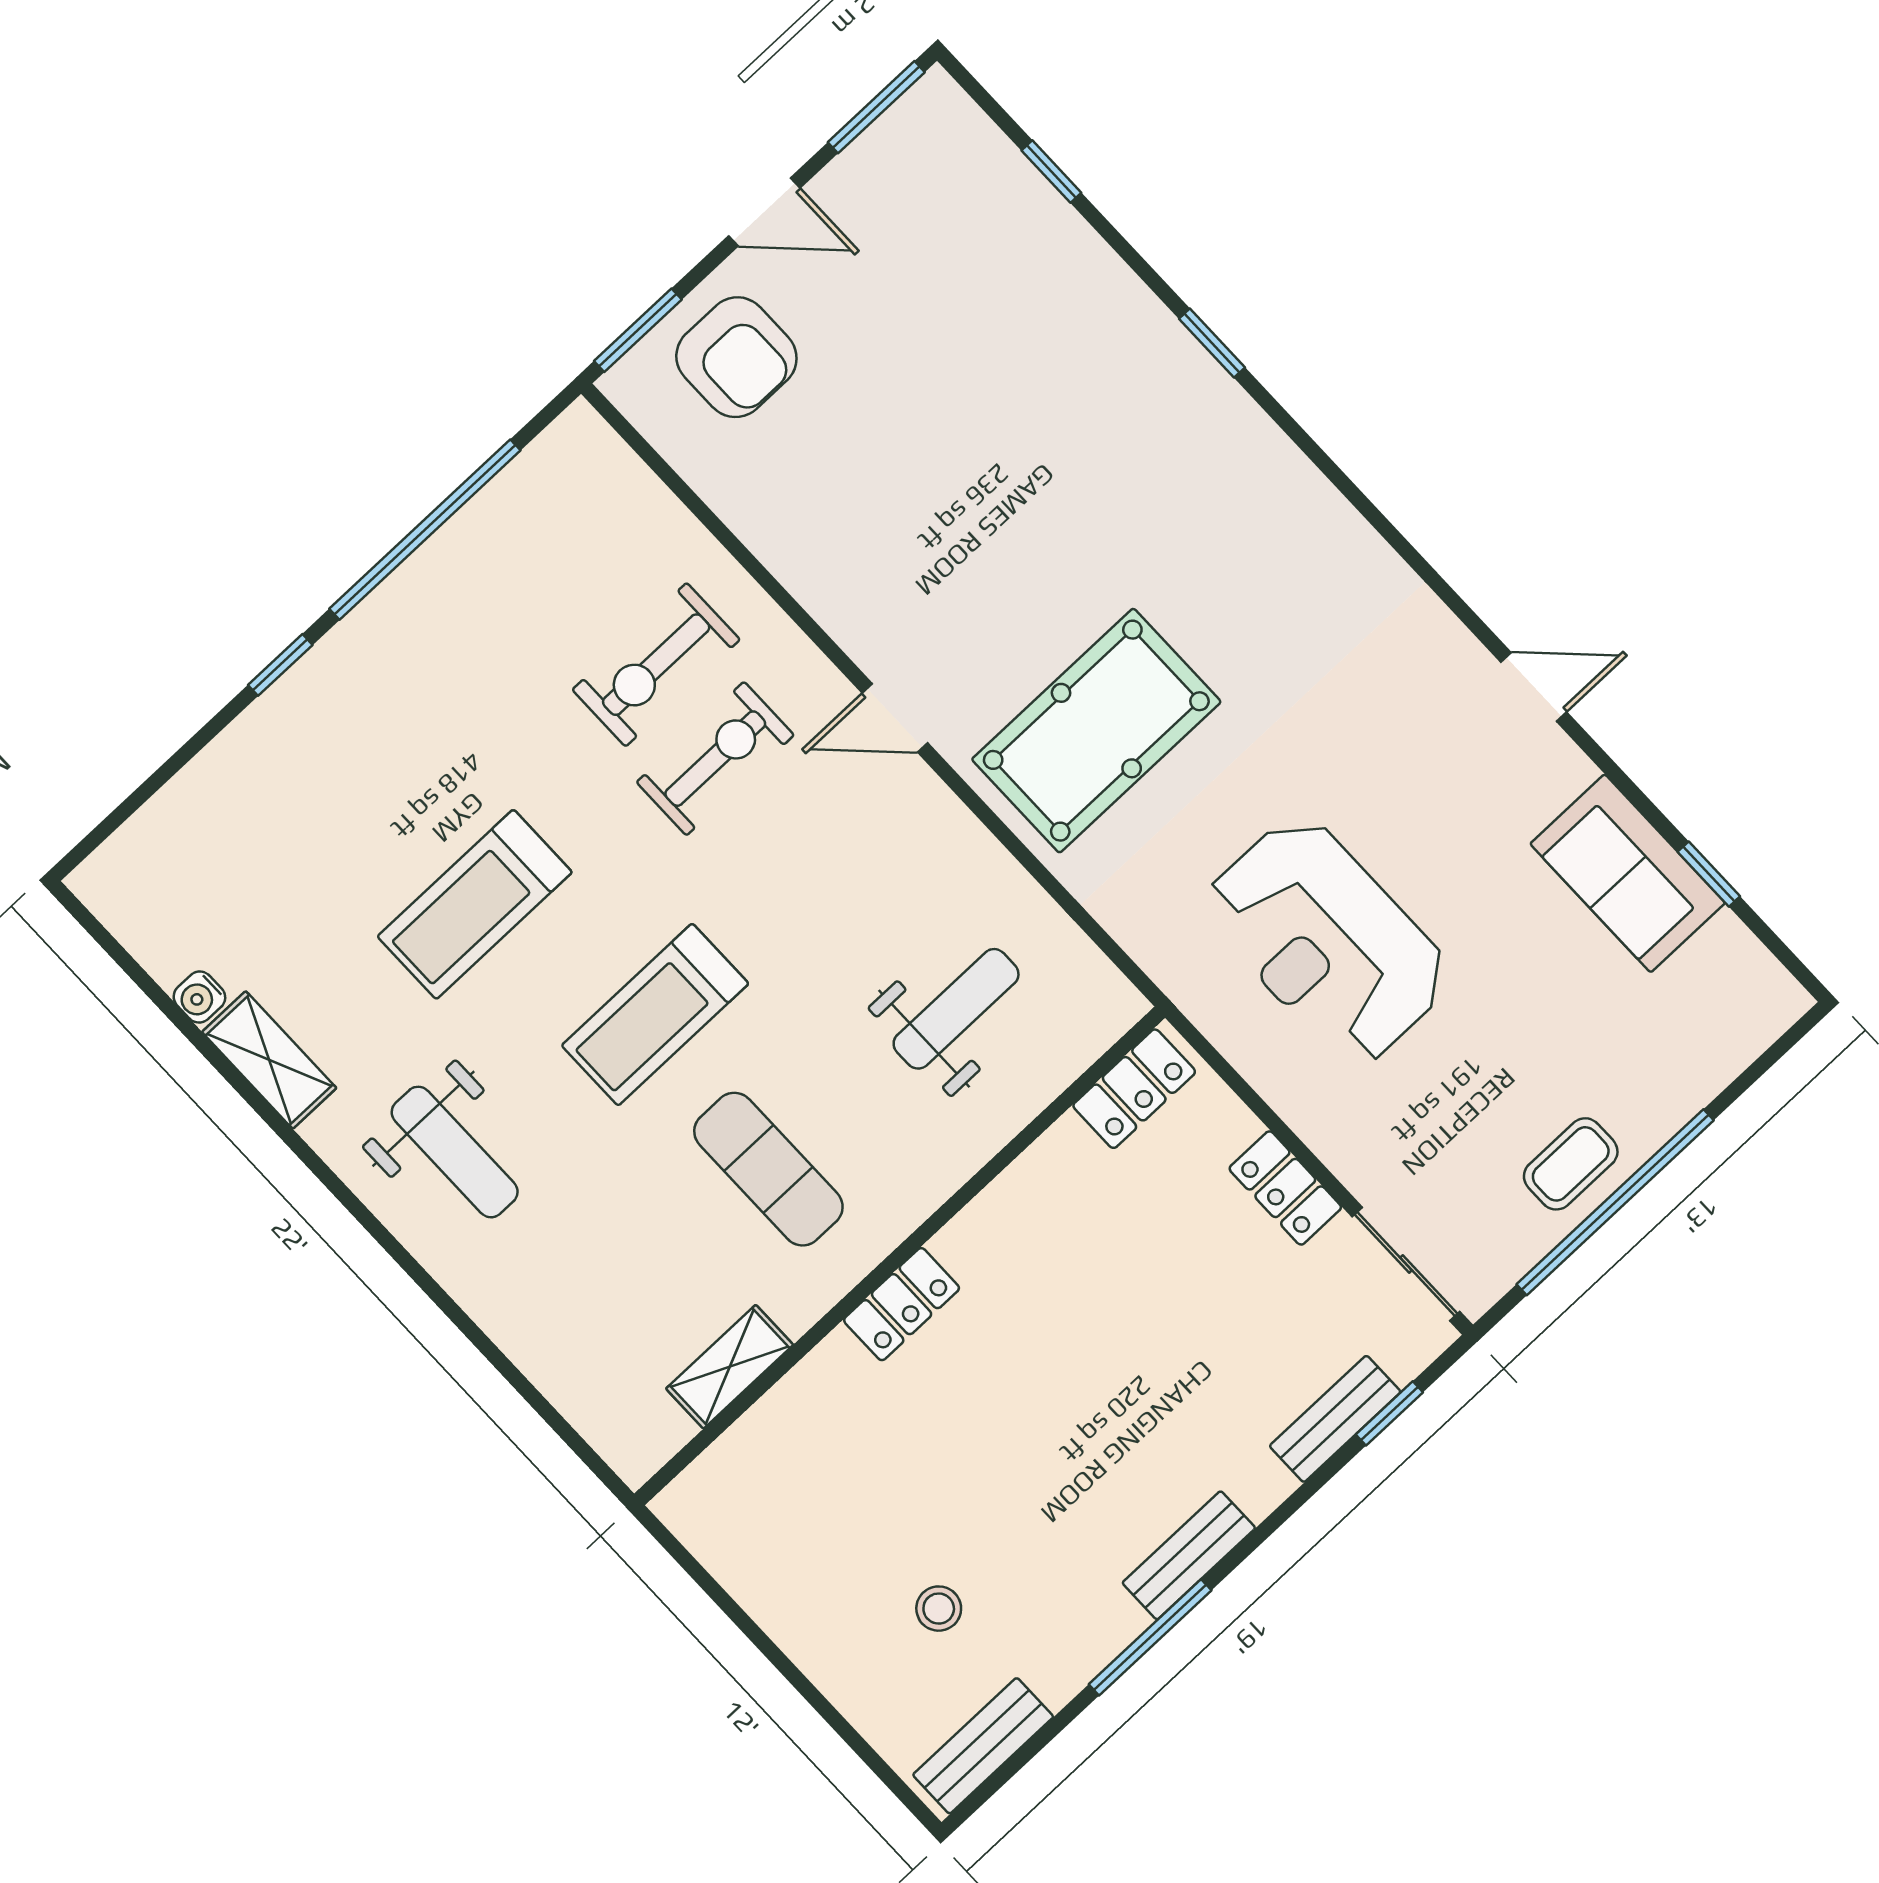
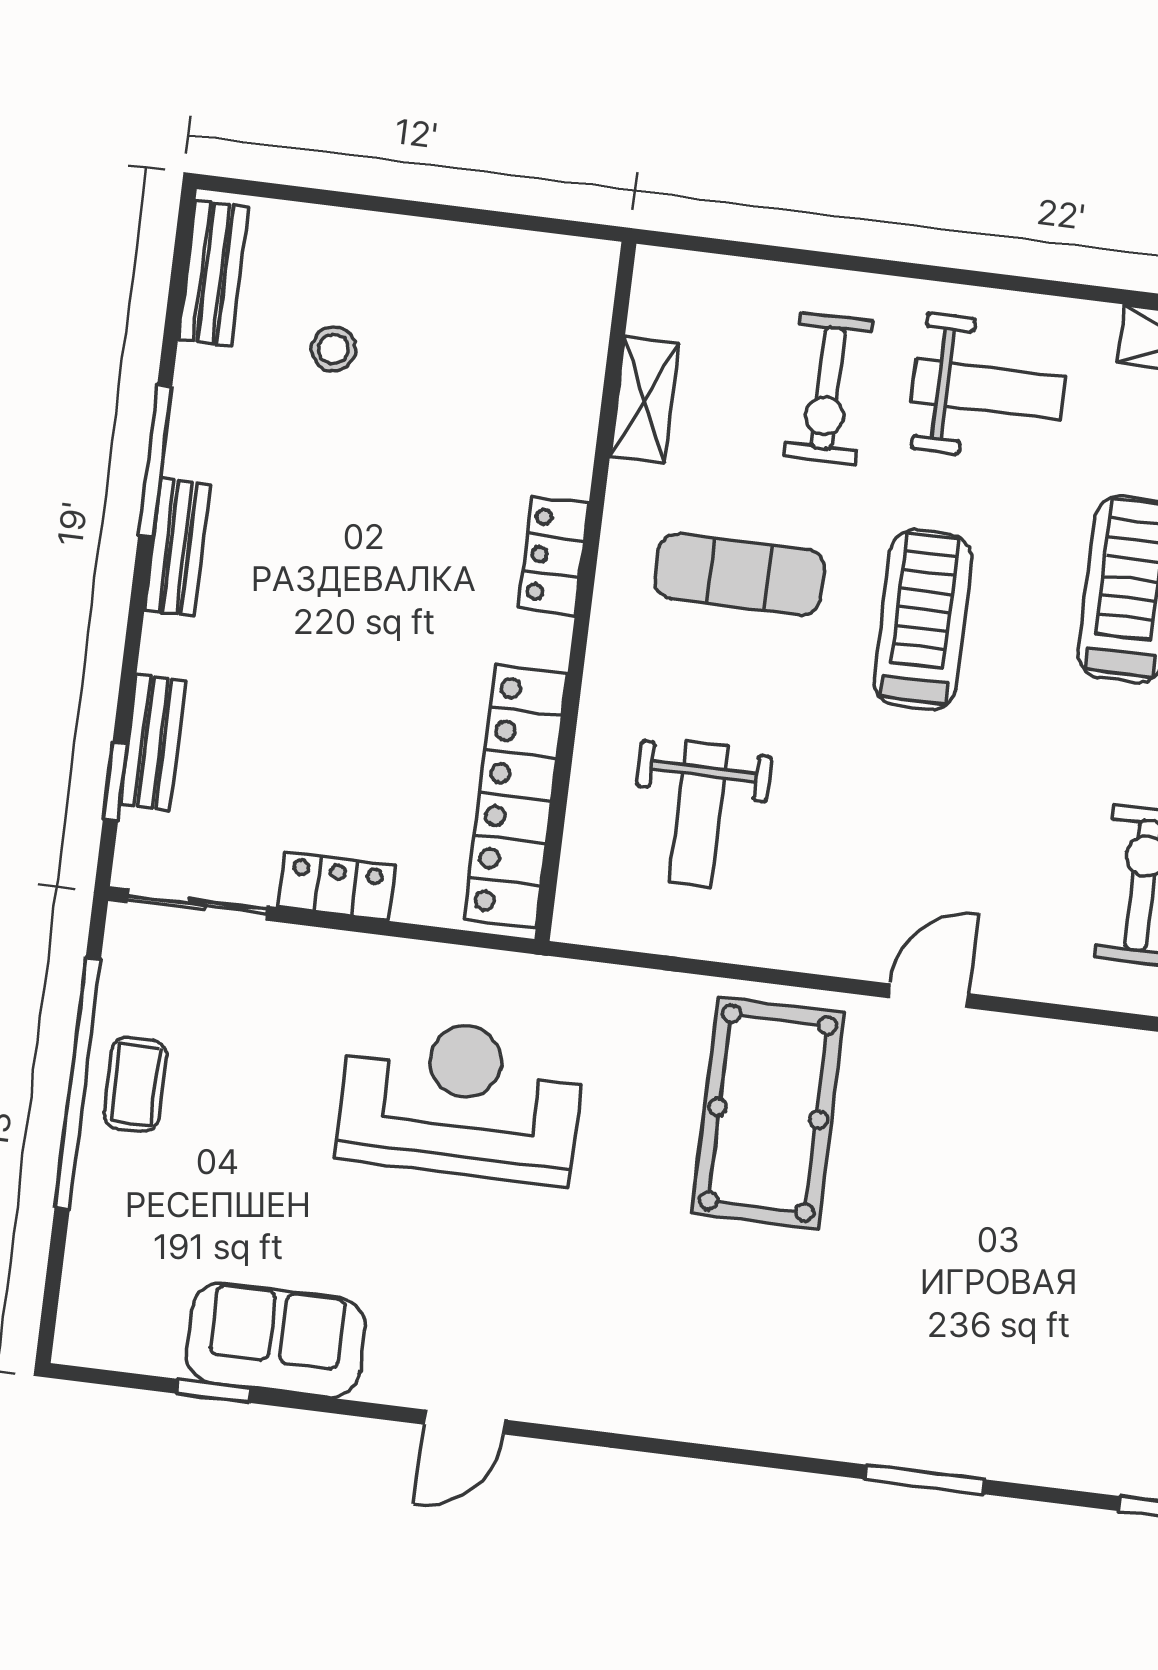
window: (1212, 343) -> (925, 1479), width x1.50
exercise bike: (715, 759) -> (828, 388), moved
locker: (1134, 1089) -> (516, 797), width x2.16, depth x1.21
weight bench: (455, 1152) -> (988, 389), turned 180

